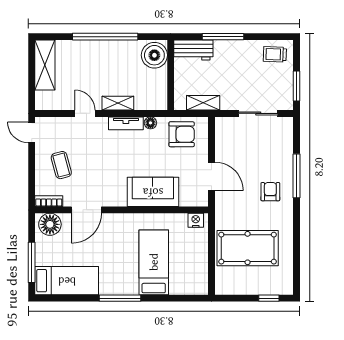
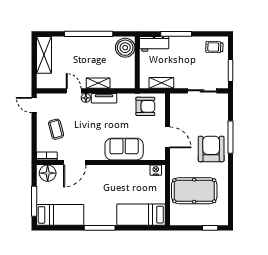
floor lamp: (150, 123) -> (86, 98), moved
armchair: (270, 192) -> (211, 149), width x1.88, depth x1.88
bed: (154, 262) -> (141, 215), moved, turned -90

